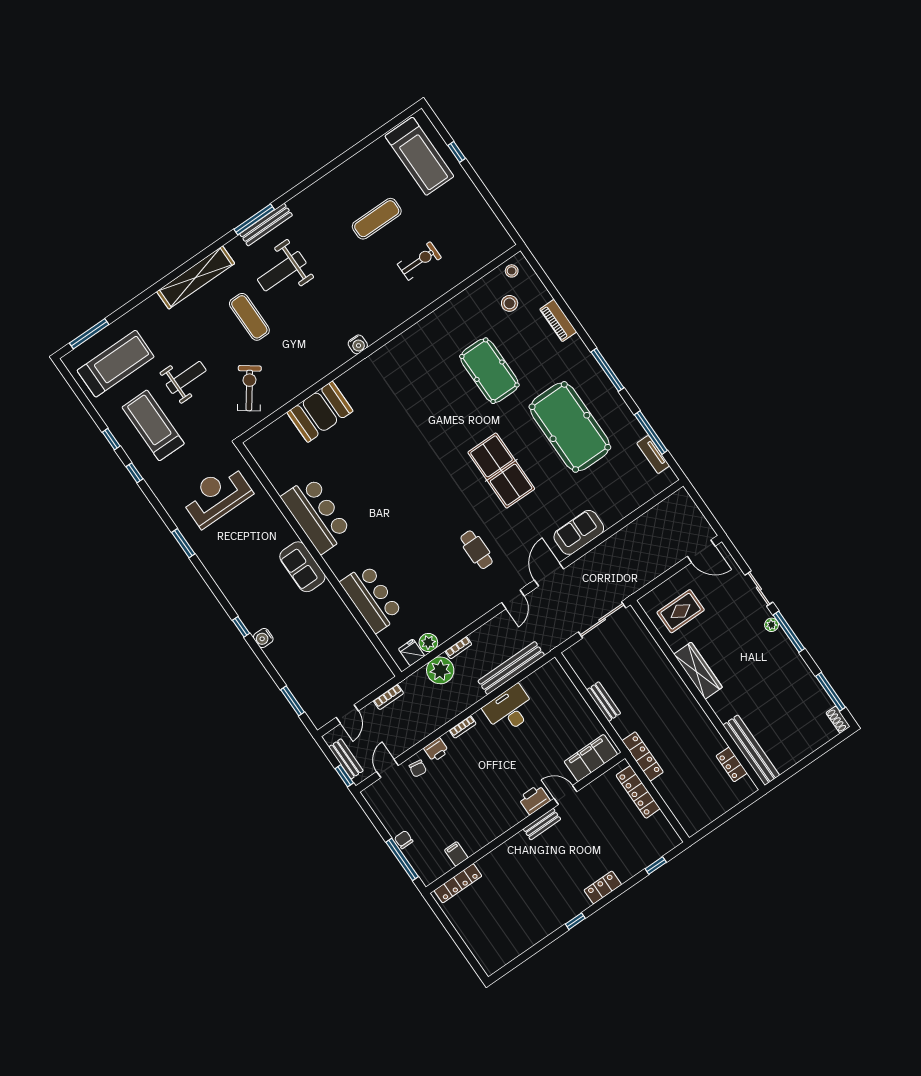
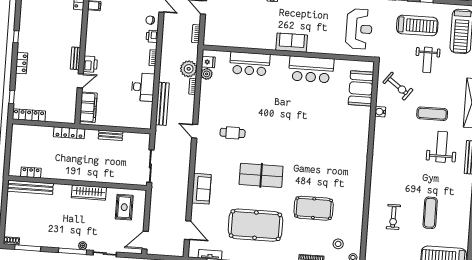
water cooler: (358, 344) -> (380, 112), moved
booth: (320, 412) -> (361, 88), moved
door: (549, 574) -> (188, 230), moved
locker: (638, 792) -> (29, 115), moved

